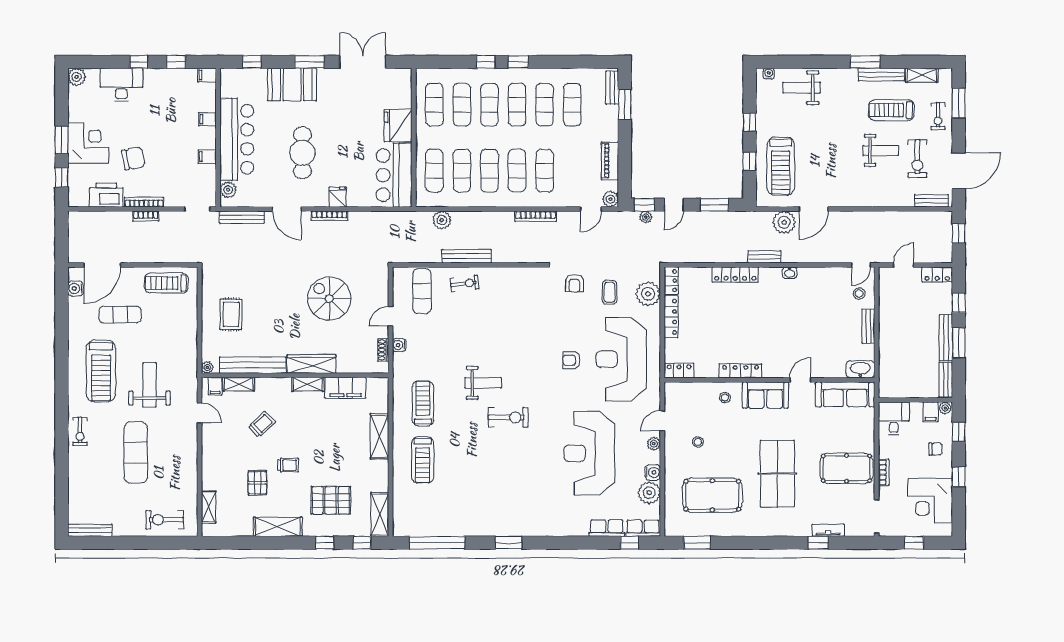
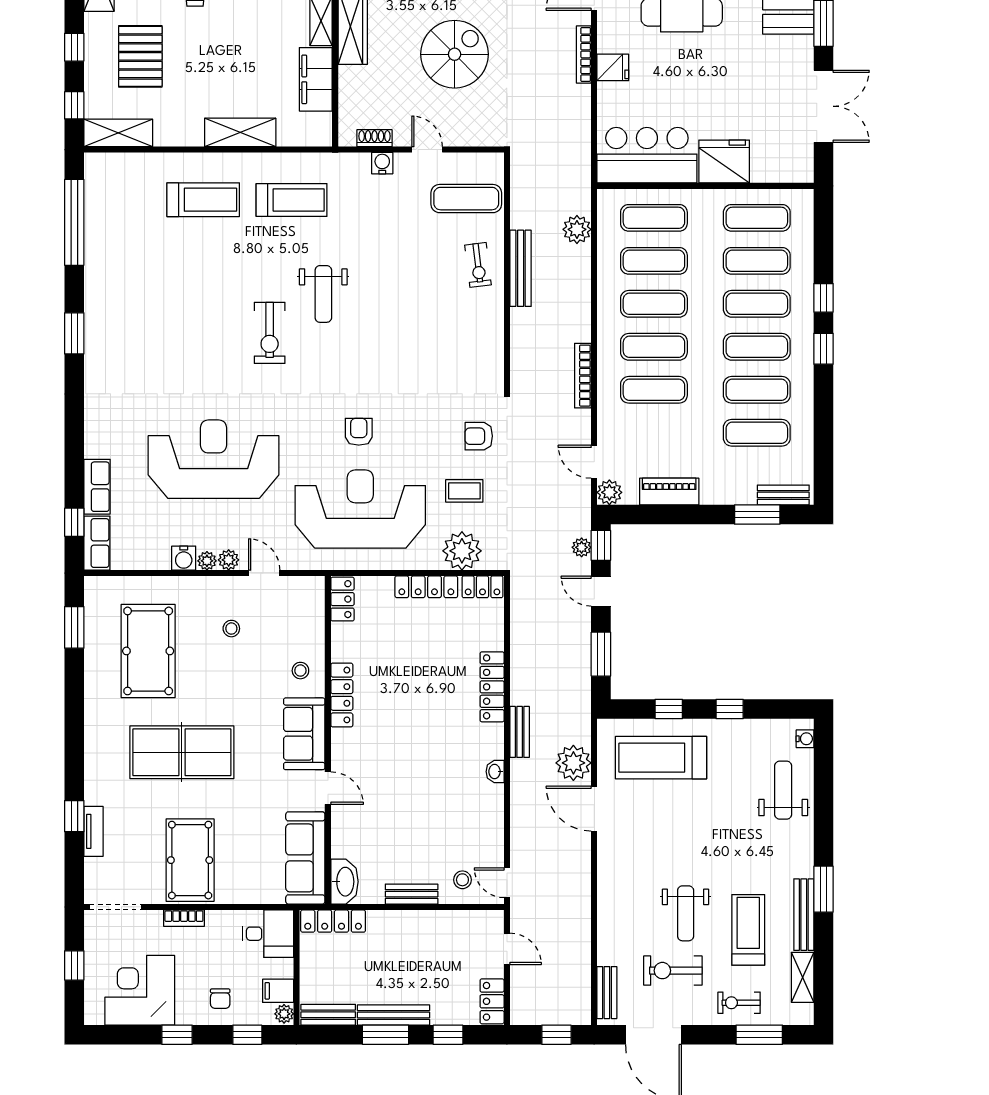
locker: (886, 377) -> (333, 921), added
treadmill: (423, 460) -> (203, 200), turned 180
plant: (649, 493) -> (207, 561), moved, width x0.53, depth x0.53

